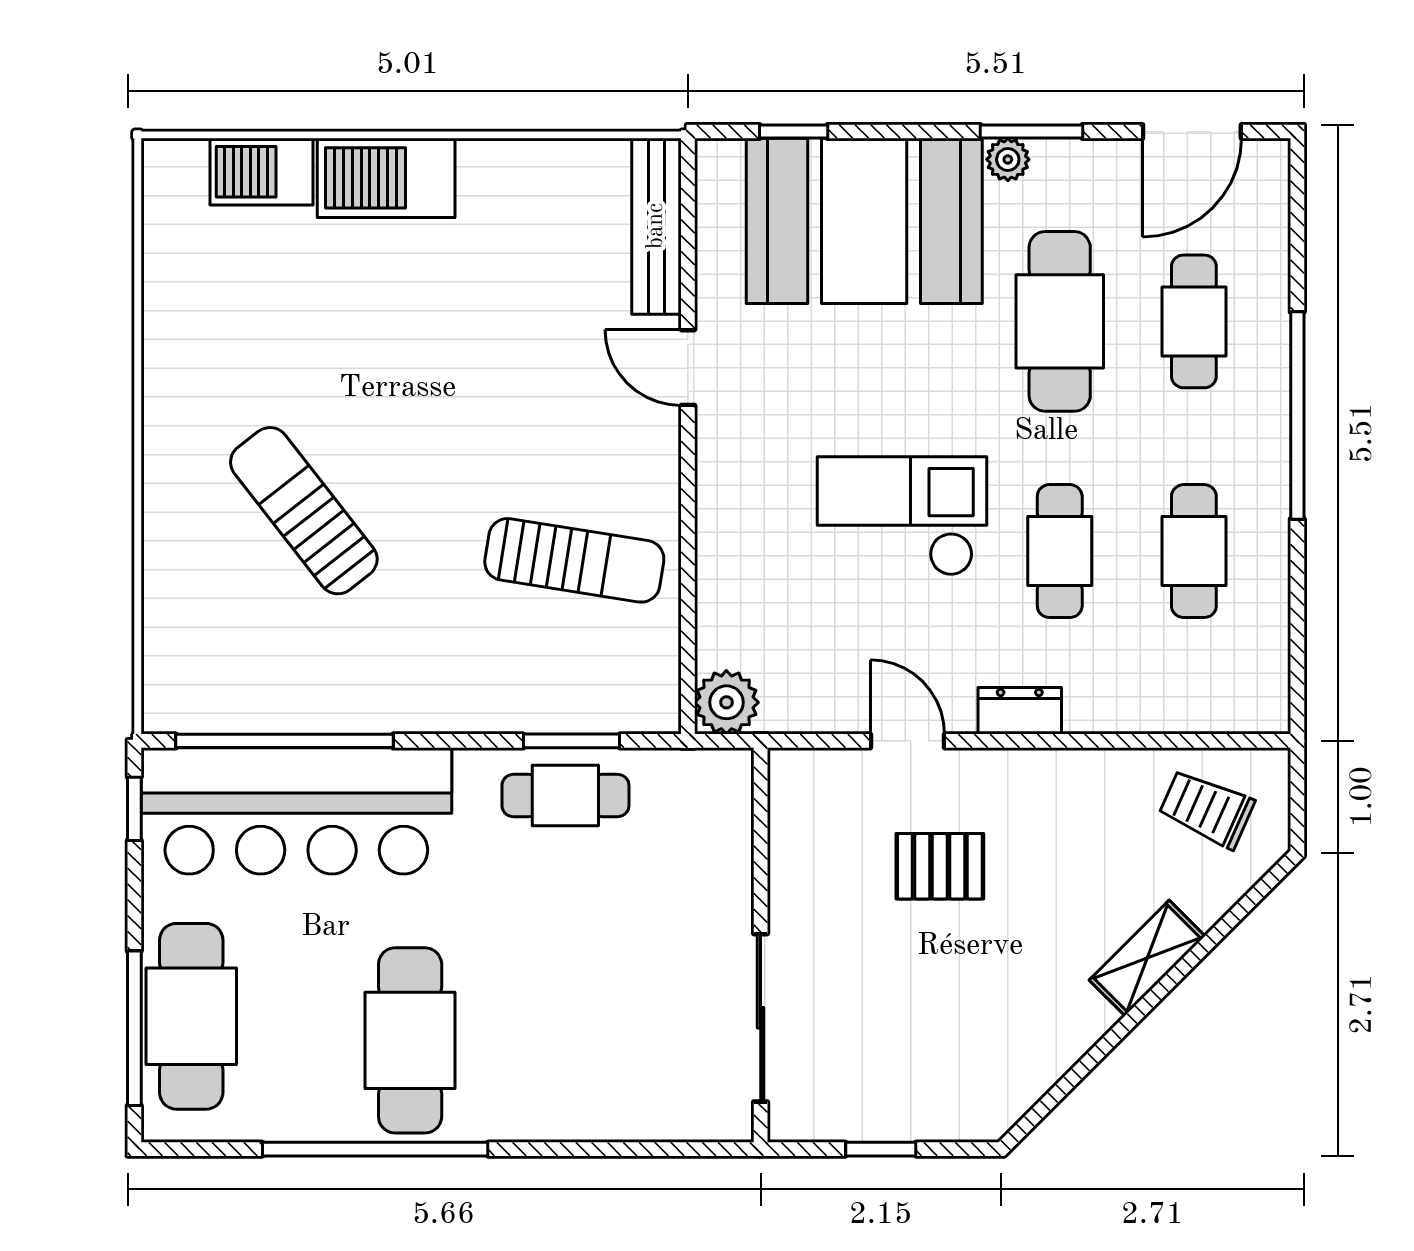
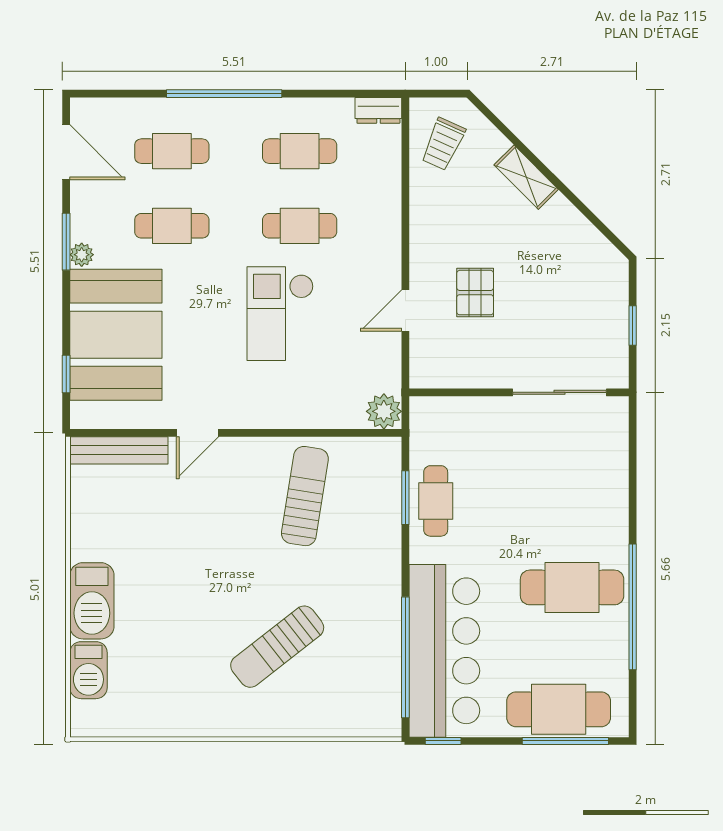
cafe table: (1060, 321) -> (172, 226), width x0.73, depth x0.74
dresser: (1020, 711) -> (378, 110), moved, turned -90

